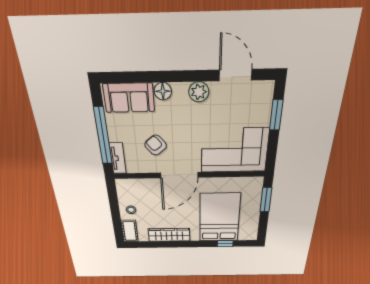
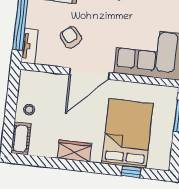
wardrobe: (169, 235) -> (74, 151), width x0.67

